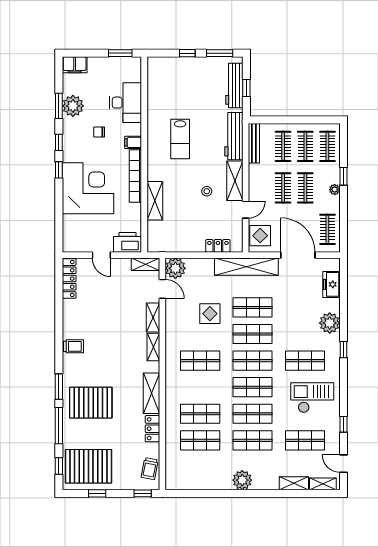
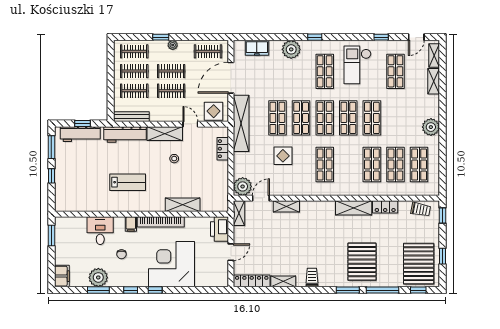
desk: (126, 103) -> (100, 231), width x0.73
shelving: (153, 347) -> (283, 281), moved
shop shelf: (253, 440) -> (419, 165), moved

